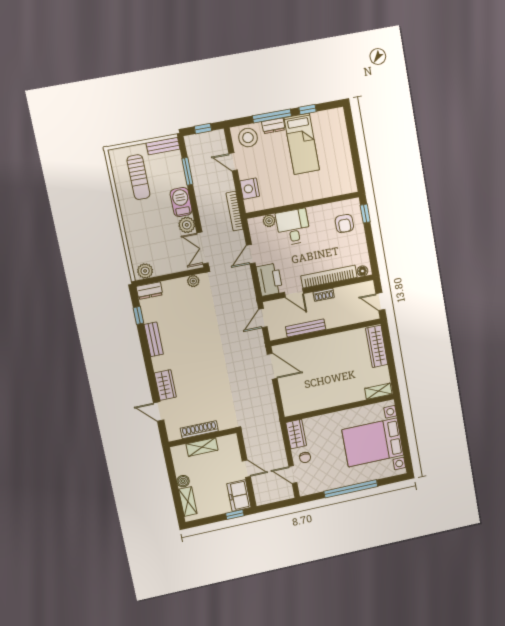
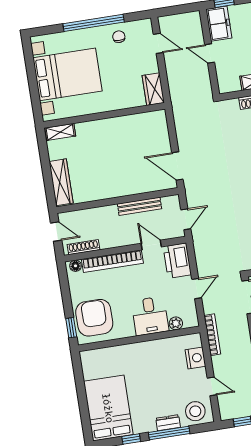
bed: (302, 144) -> (108, 408), moved, width x1.50
armchair: (344, 224) -> (94, 318), width x1.88, depth x1.88
shoe rack: (324, 295) -> (83, 247), moved, width x1.43
chair: (305, 457) -> (119, 37), moved

